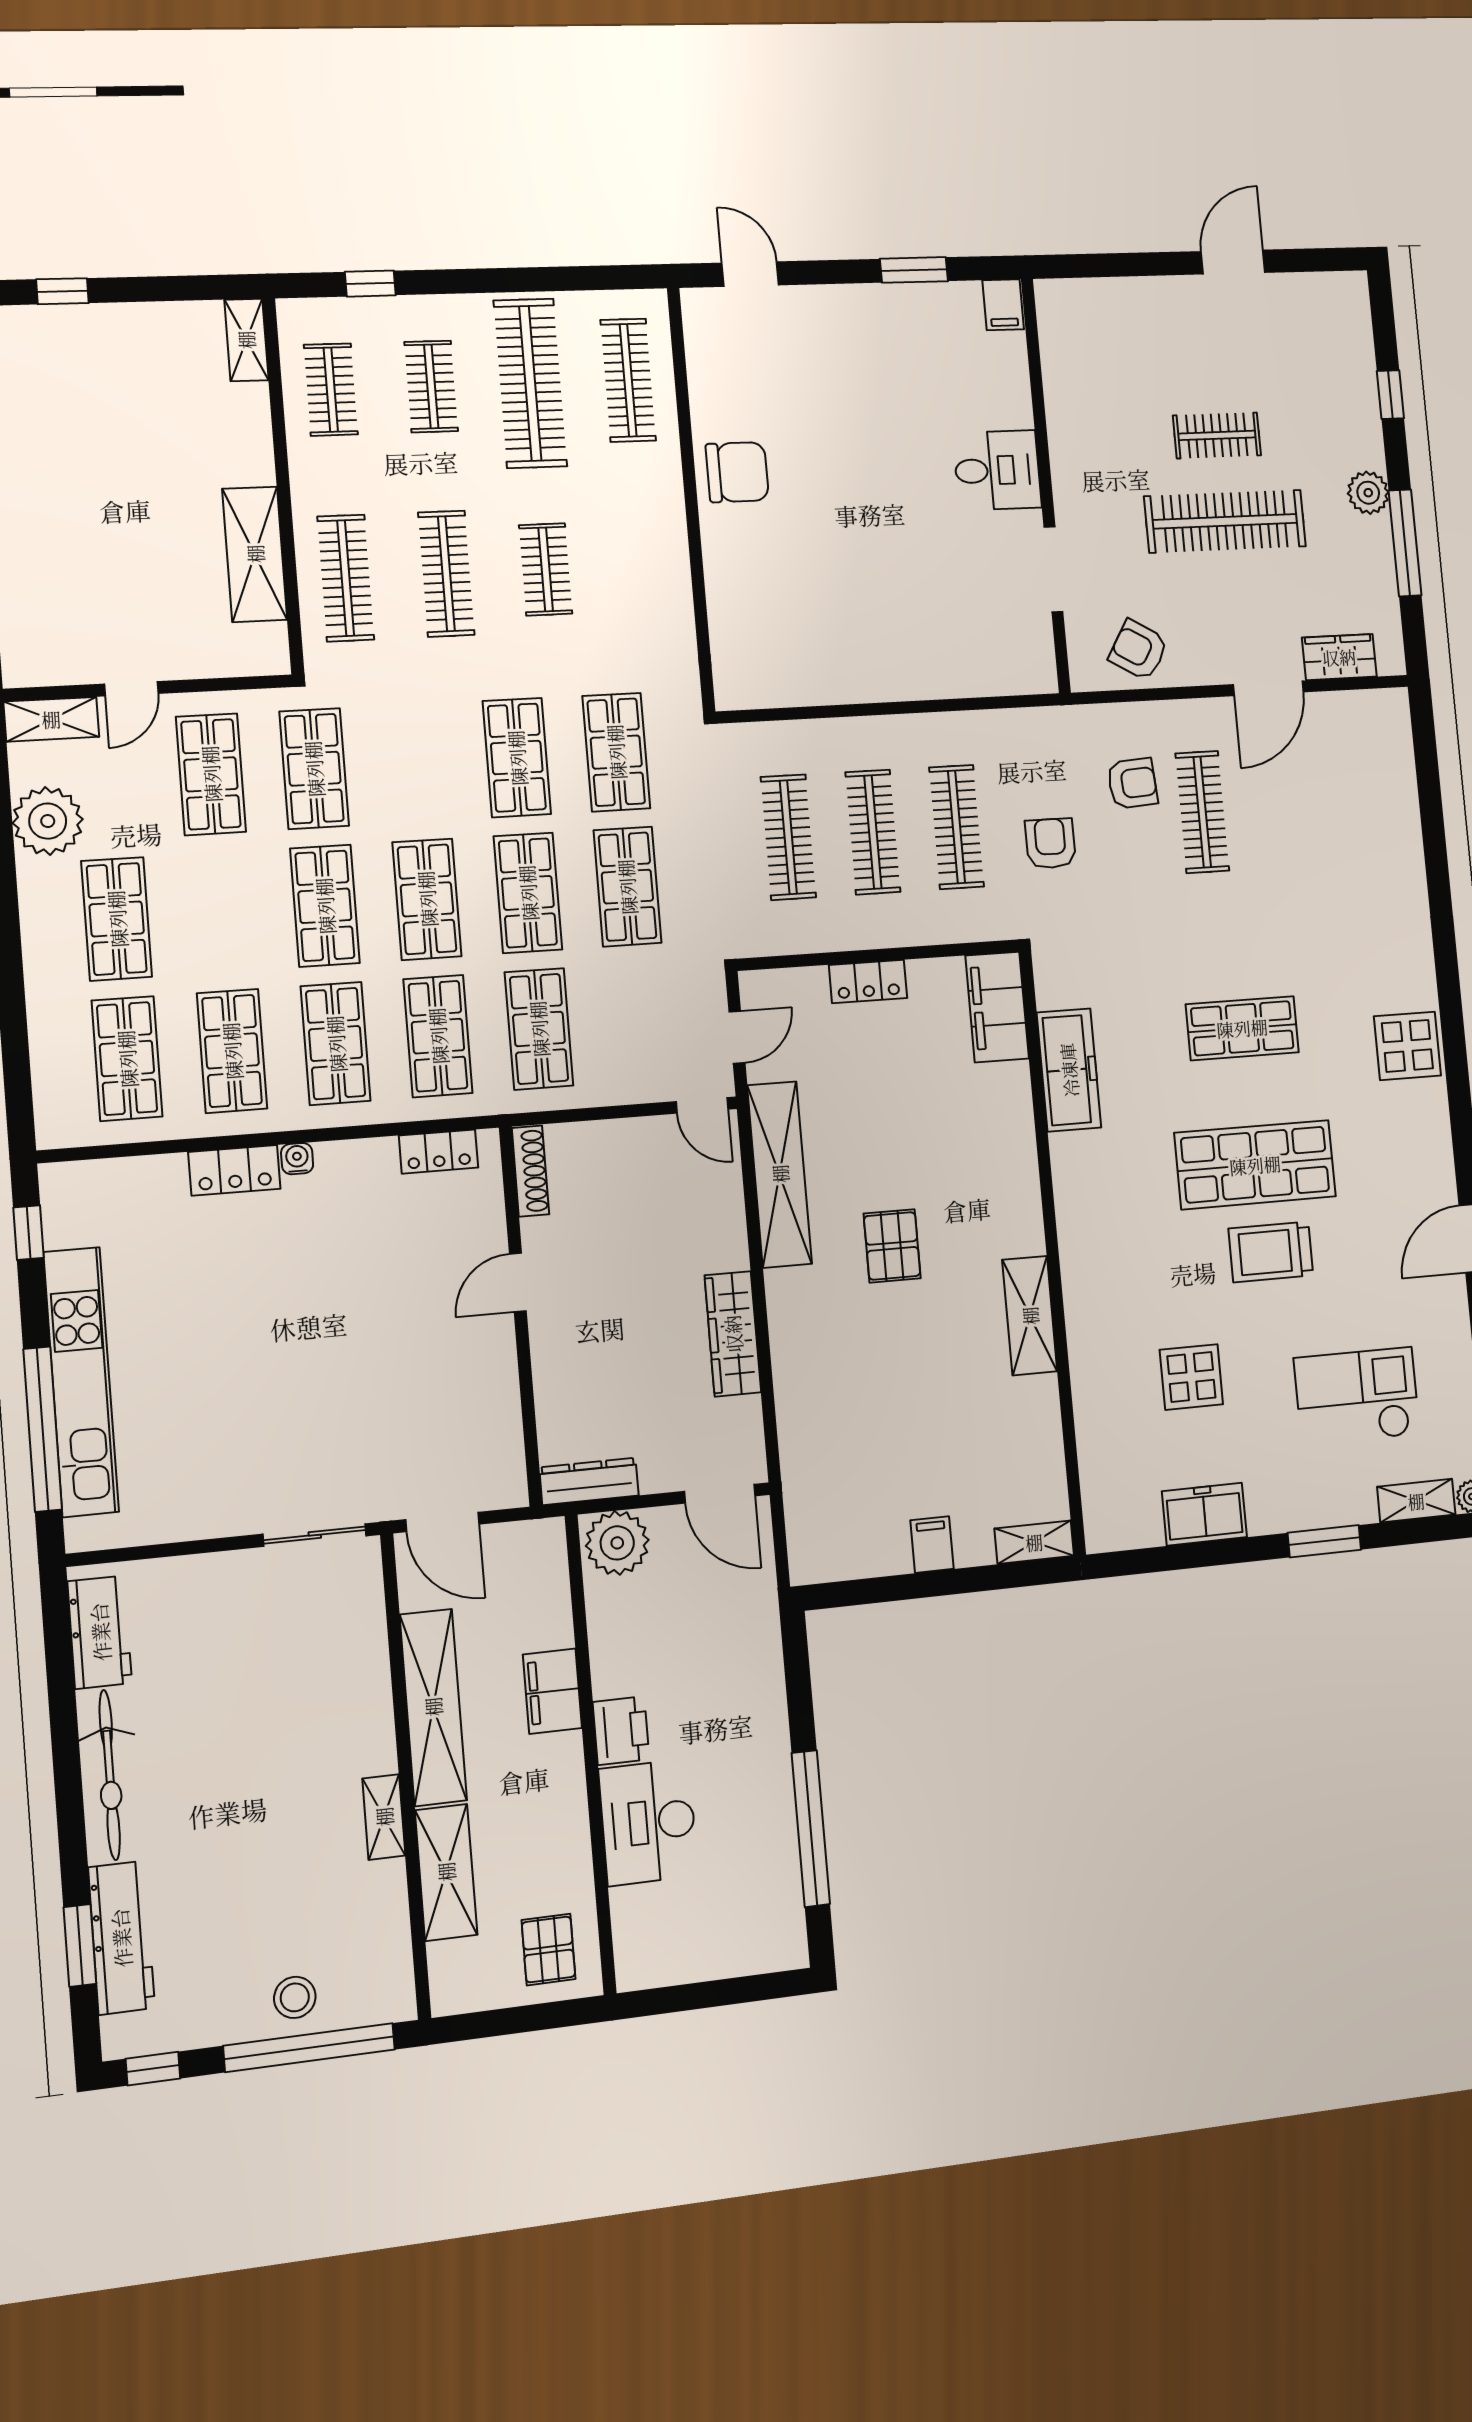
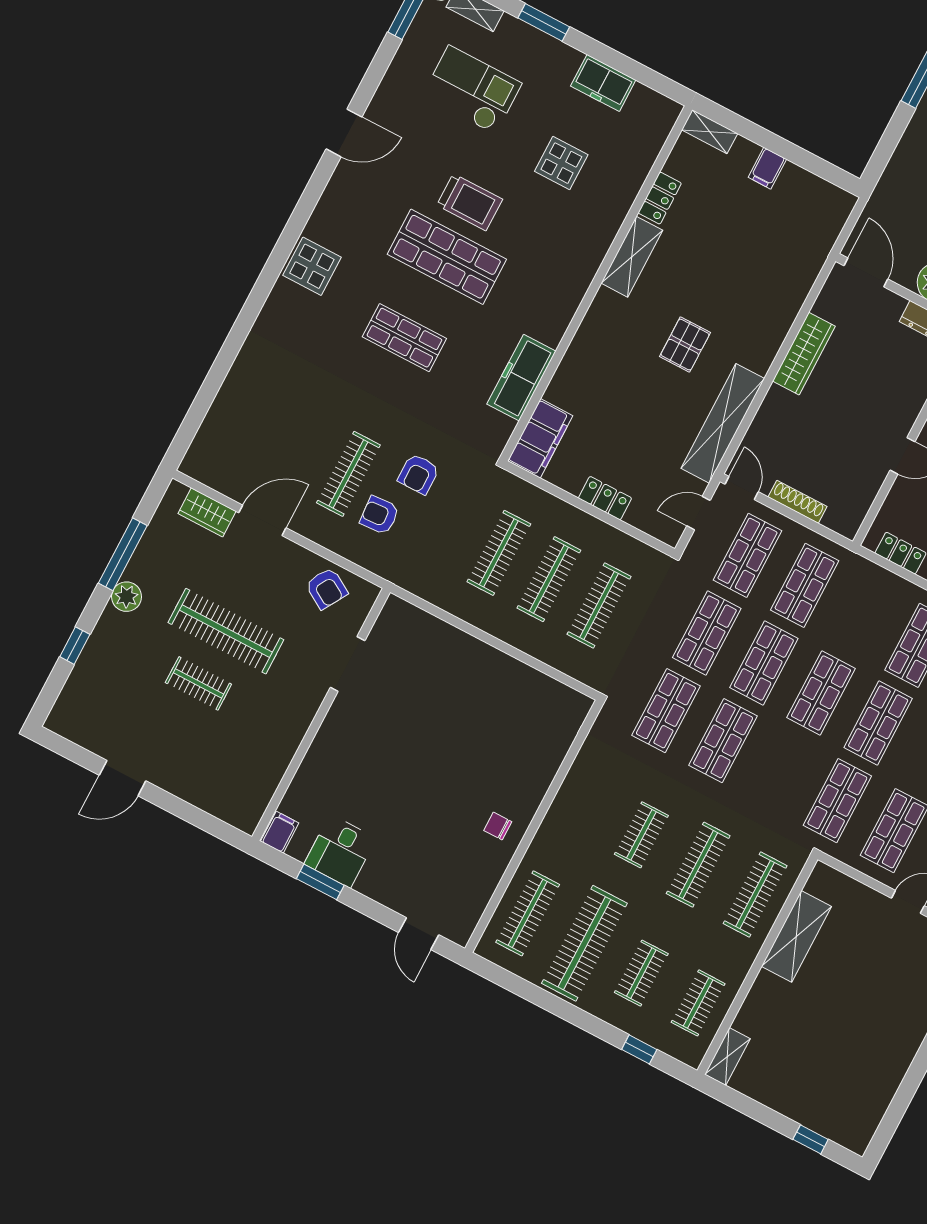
desk: (997, 470) -> (340, 851), moved, turned -90
chair: (737, 472) -> (498, 826), width x0.54, depth x0.54
armchair: (1050, 843) -> (418, 474), moved
shop shelf: (438, 1036) -> (747, 555), moved
shoe rack: (531, 1171) -> (797, 502), moved, turned 90
checkout: (1357, 1396) -> (472, 90), turned 180
locker: (1043, 1414) -> (660, 198), added

